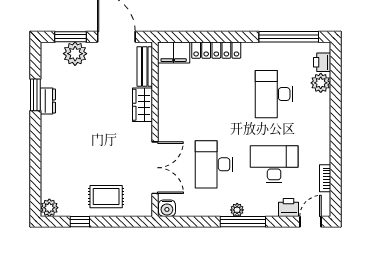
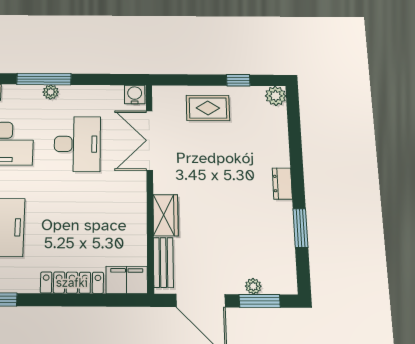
plant: (75, 54) -> (253, 286), width x0.53, depth x0.53
dresser: (48, 101) -> (282, 184), moved

